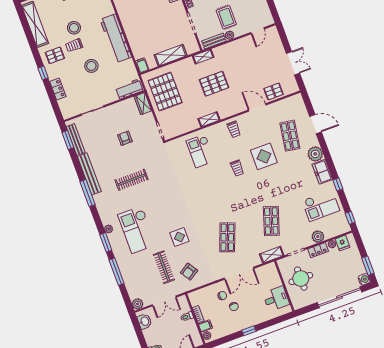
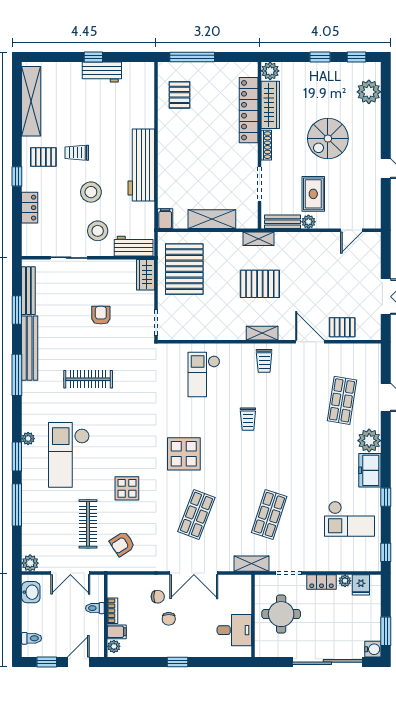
stool: (74, 28) -> (98, 231), moved
shelving: (209, 119) -> (262, 333), moved
window: (68, 140) -> (17, 310), moved
display table: (264, 156) -> (184, 454), moved
plant: (318, 237) -> (329, 562), removed

